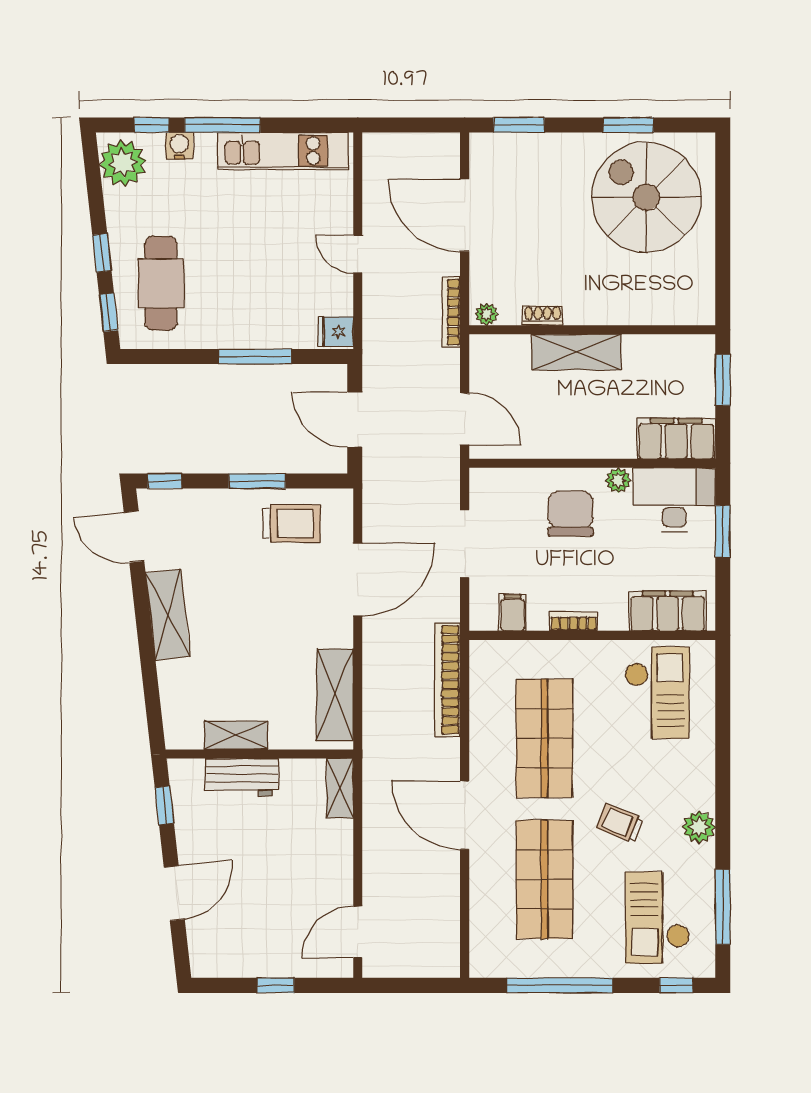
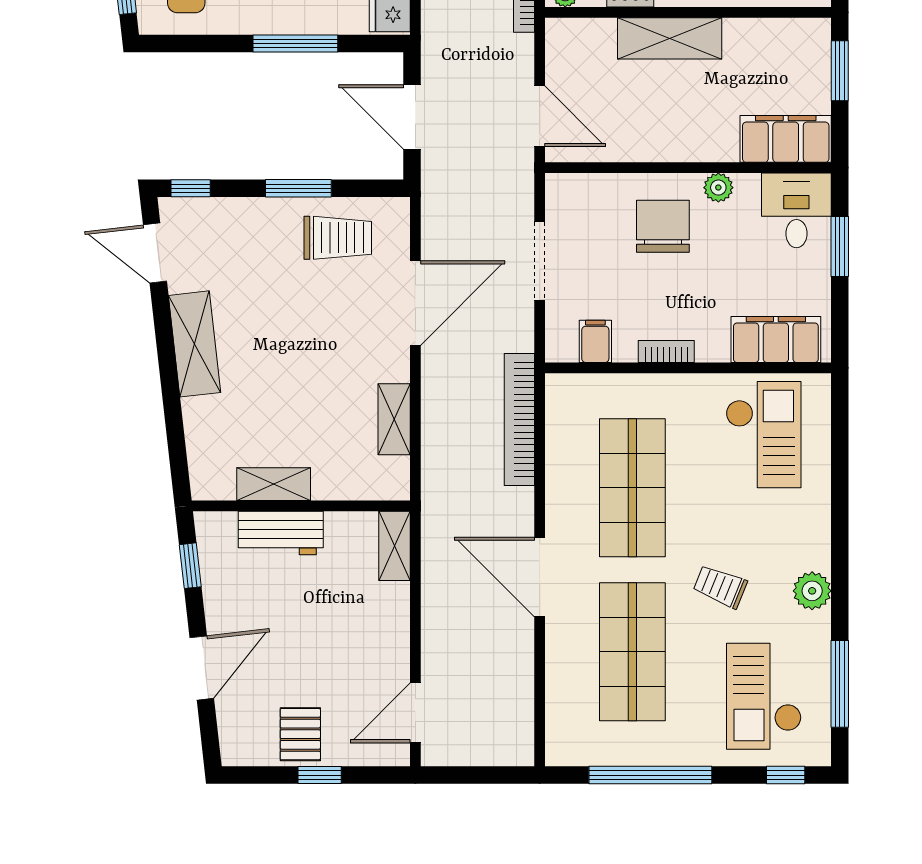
desk: (674, 500) -> (796, 210), width x0.73
shelving: (335, 695) -> (394, 419), width x0.67, depth x0.75
pallet: (259, 950) -> (300, 734), added

